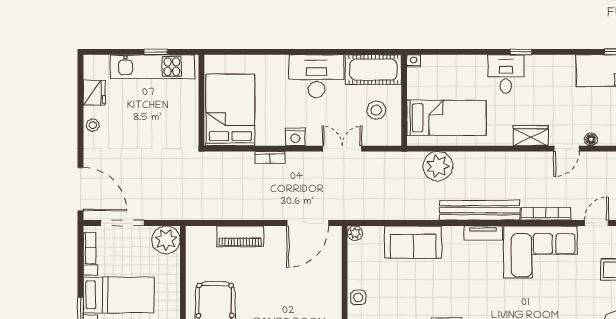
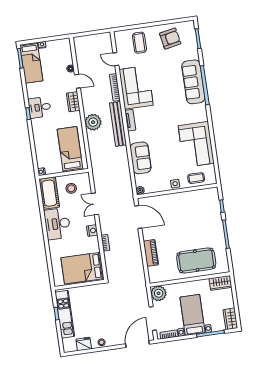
desk: (506, 74) -> (40, 107), moved
plant: (438, 166) -> (93, 122), moved

